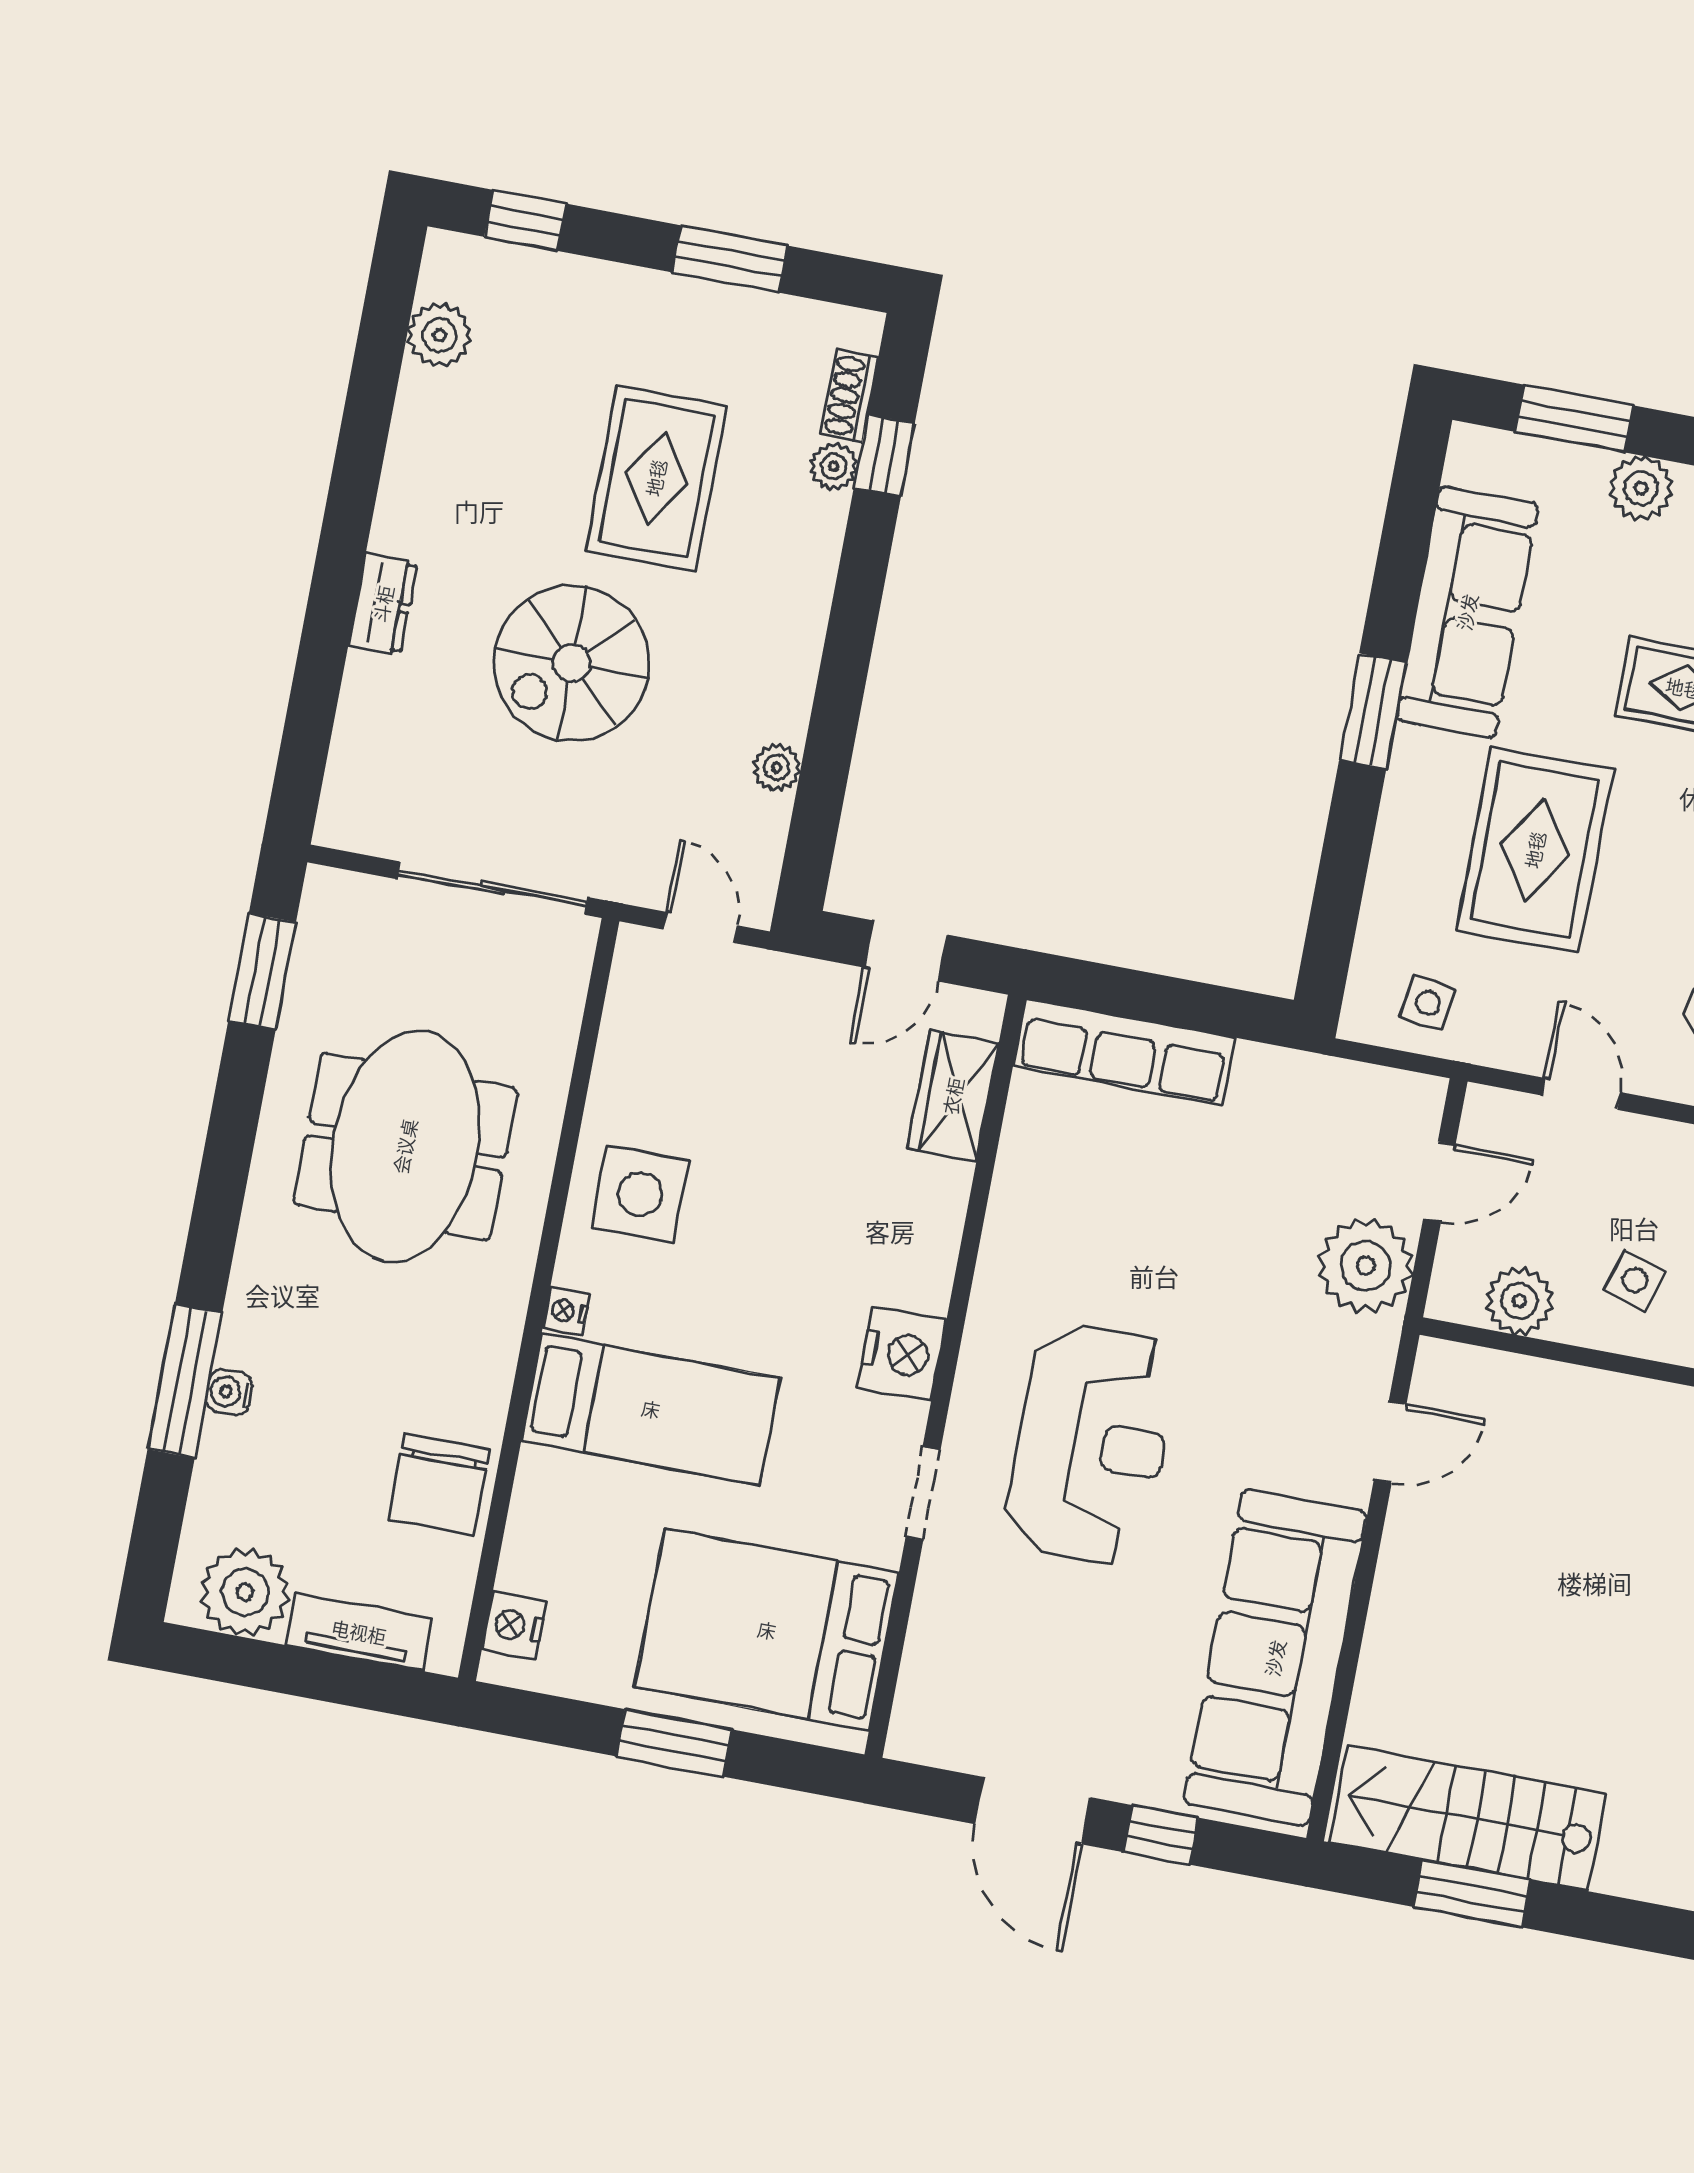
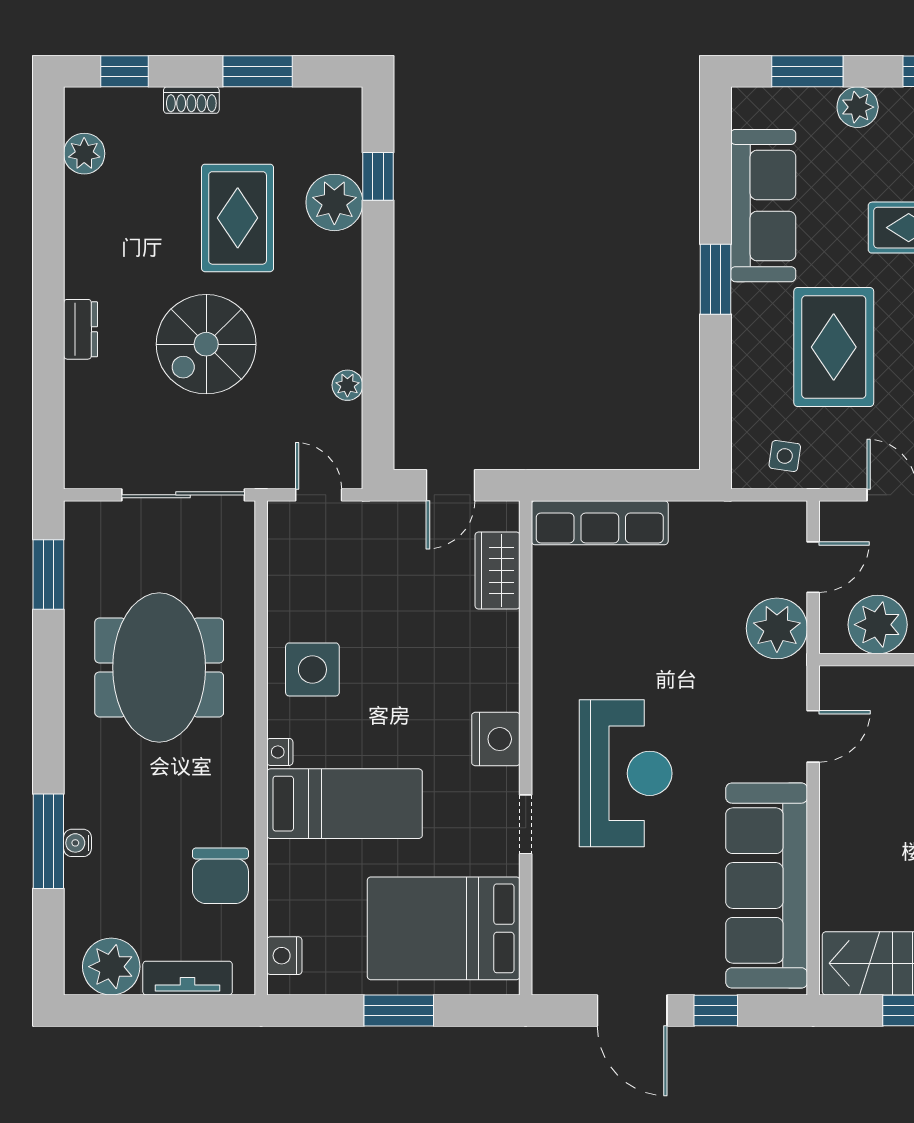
shoe rack: (850, 396) -> (191, 100), moved, turned -90
plant: (834, 466) -> (334, 202), width x1.87, depth x1.87
plant: (1519, 1301) -> (878, 625), width x1.36, depth x1.36

